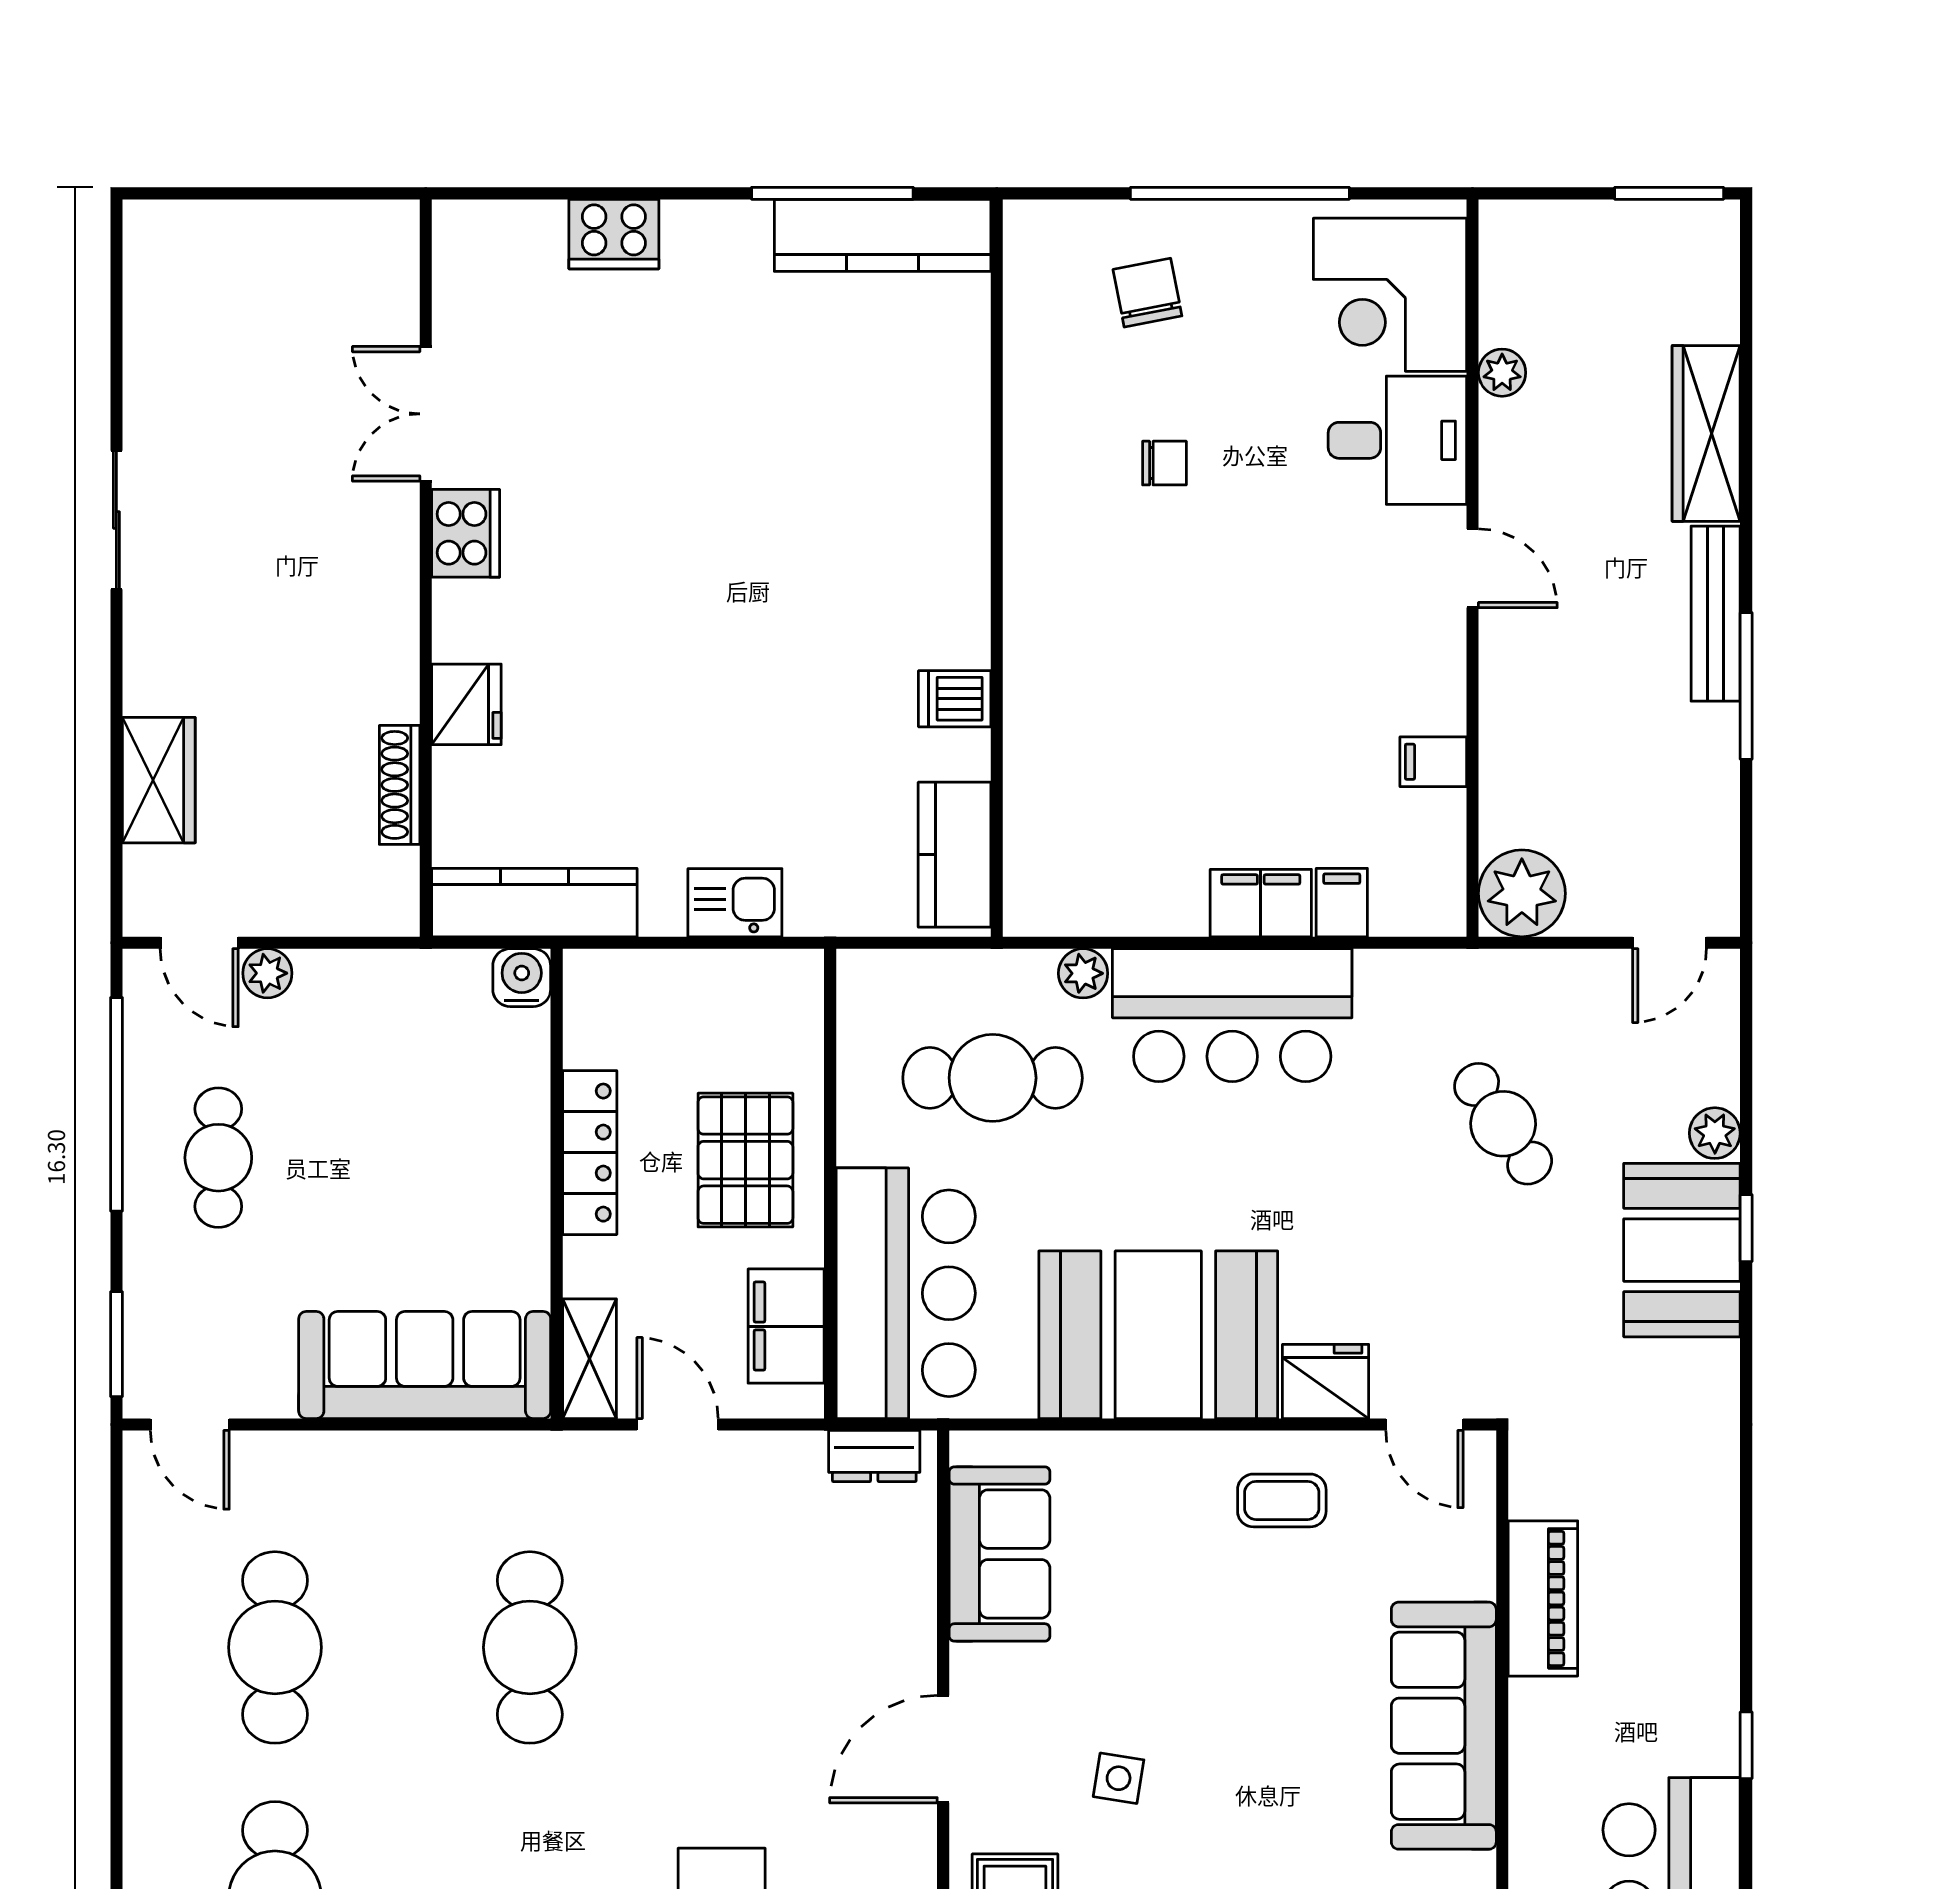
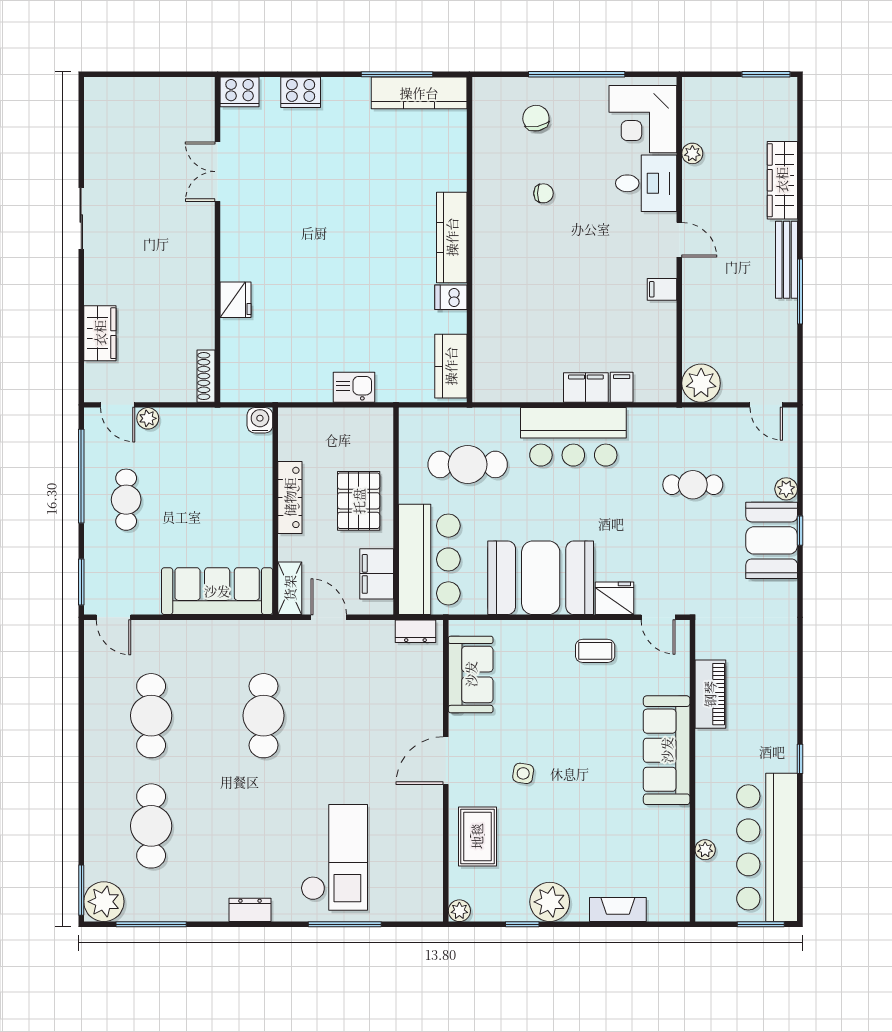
cooker: (466, 533) -> (240, 92), moved, turned 90
filing cabinet: (1433, 762) -> (662, 289), moved
shoe rack: (400, 785) -> (206, 376), moved
kitchen counter: (534, 903) -> (452, 237), moved, turned -90
door: (1670, 943) -> (766, 405), hinge flipped
plant: (1083, 973) -> (508, 418), removed
cafe table: (1503, 1124) -> (693, 485), turned -56

